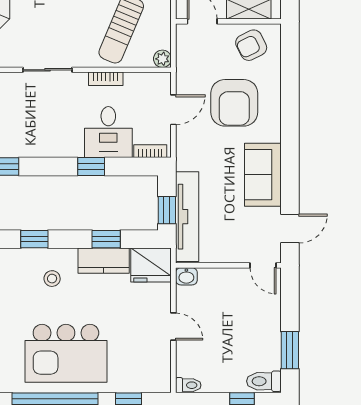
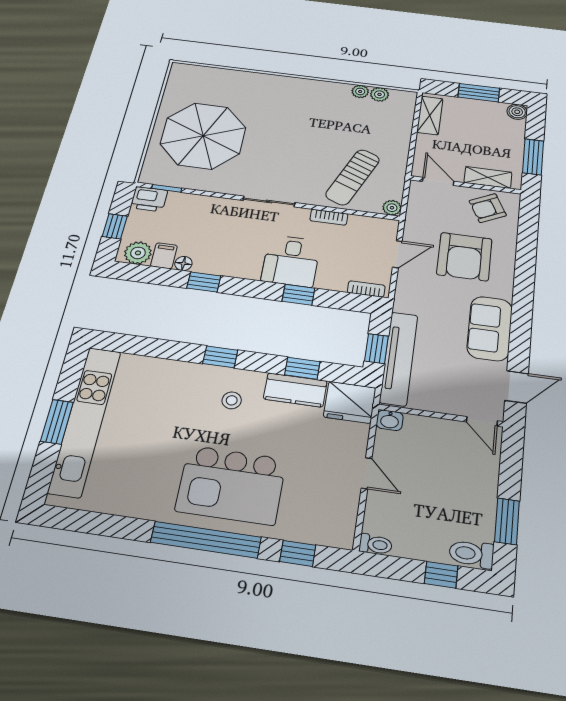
desk: (108, 132) -> (291, 261), moved

